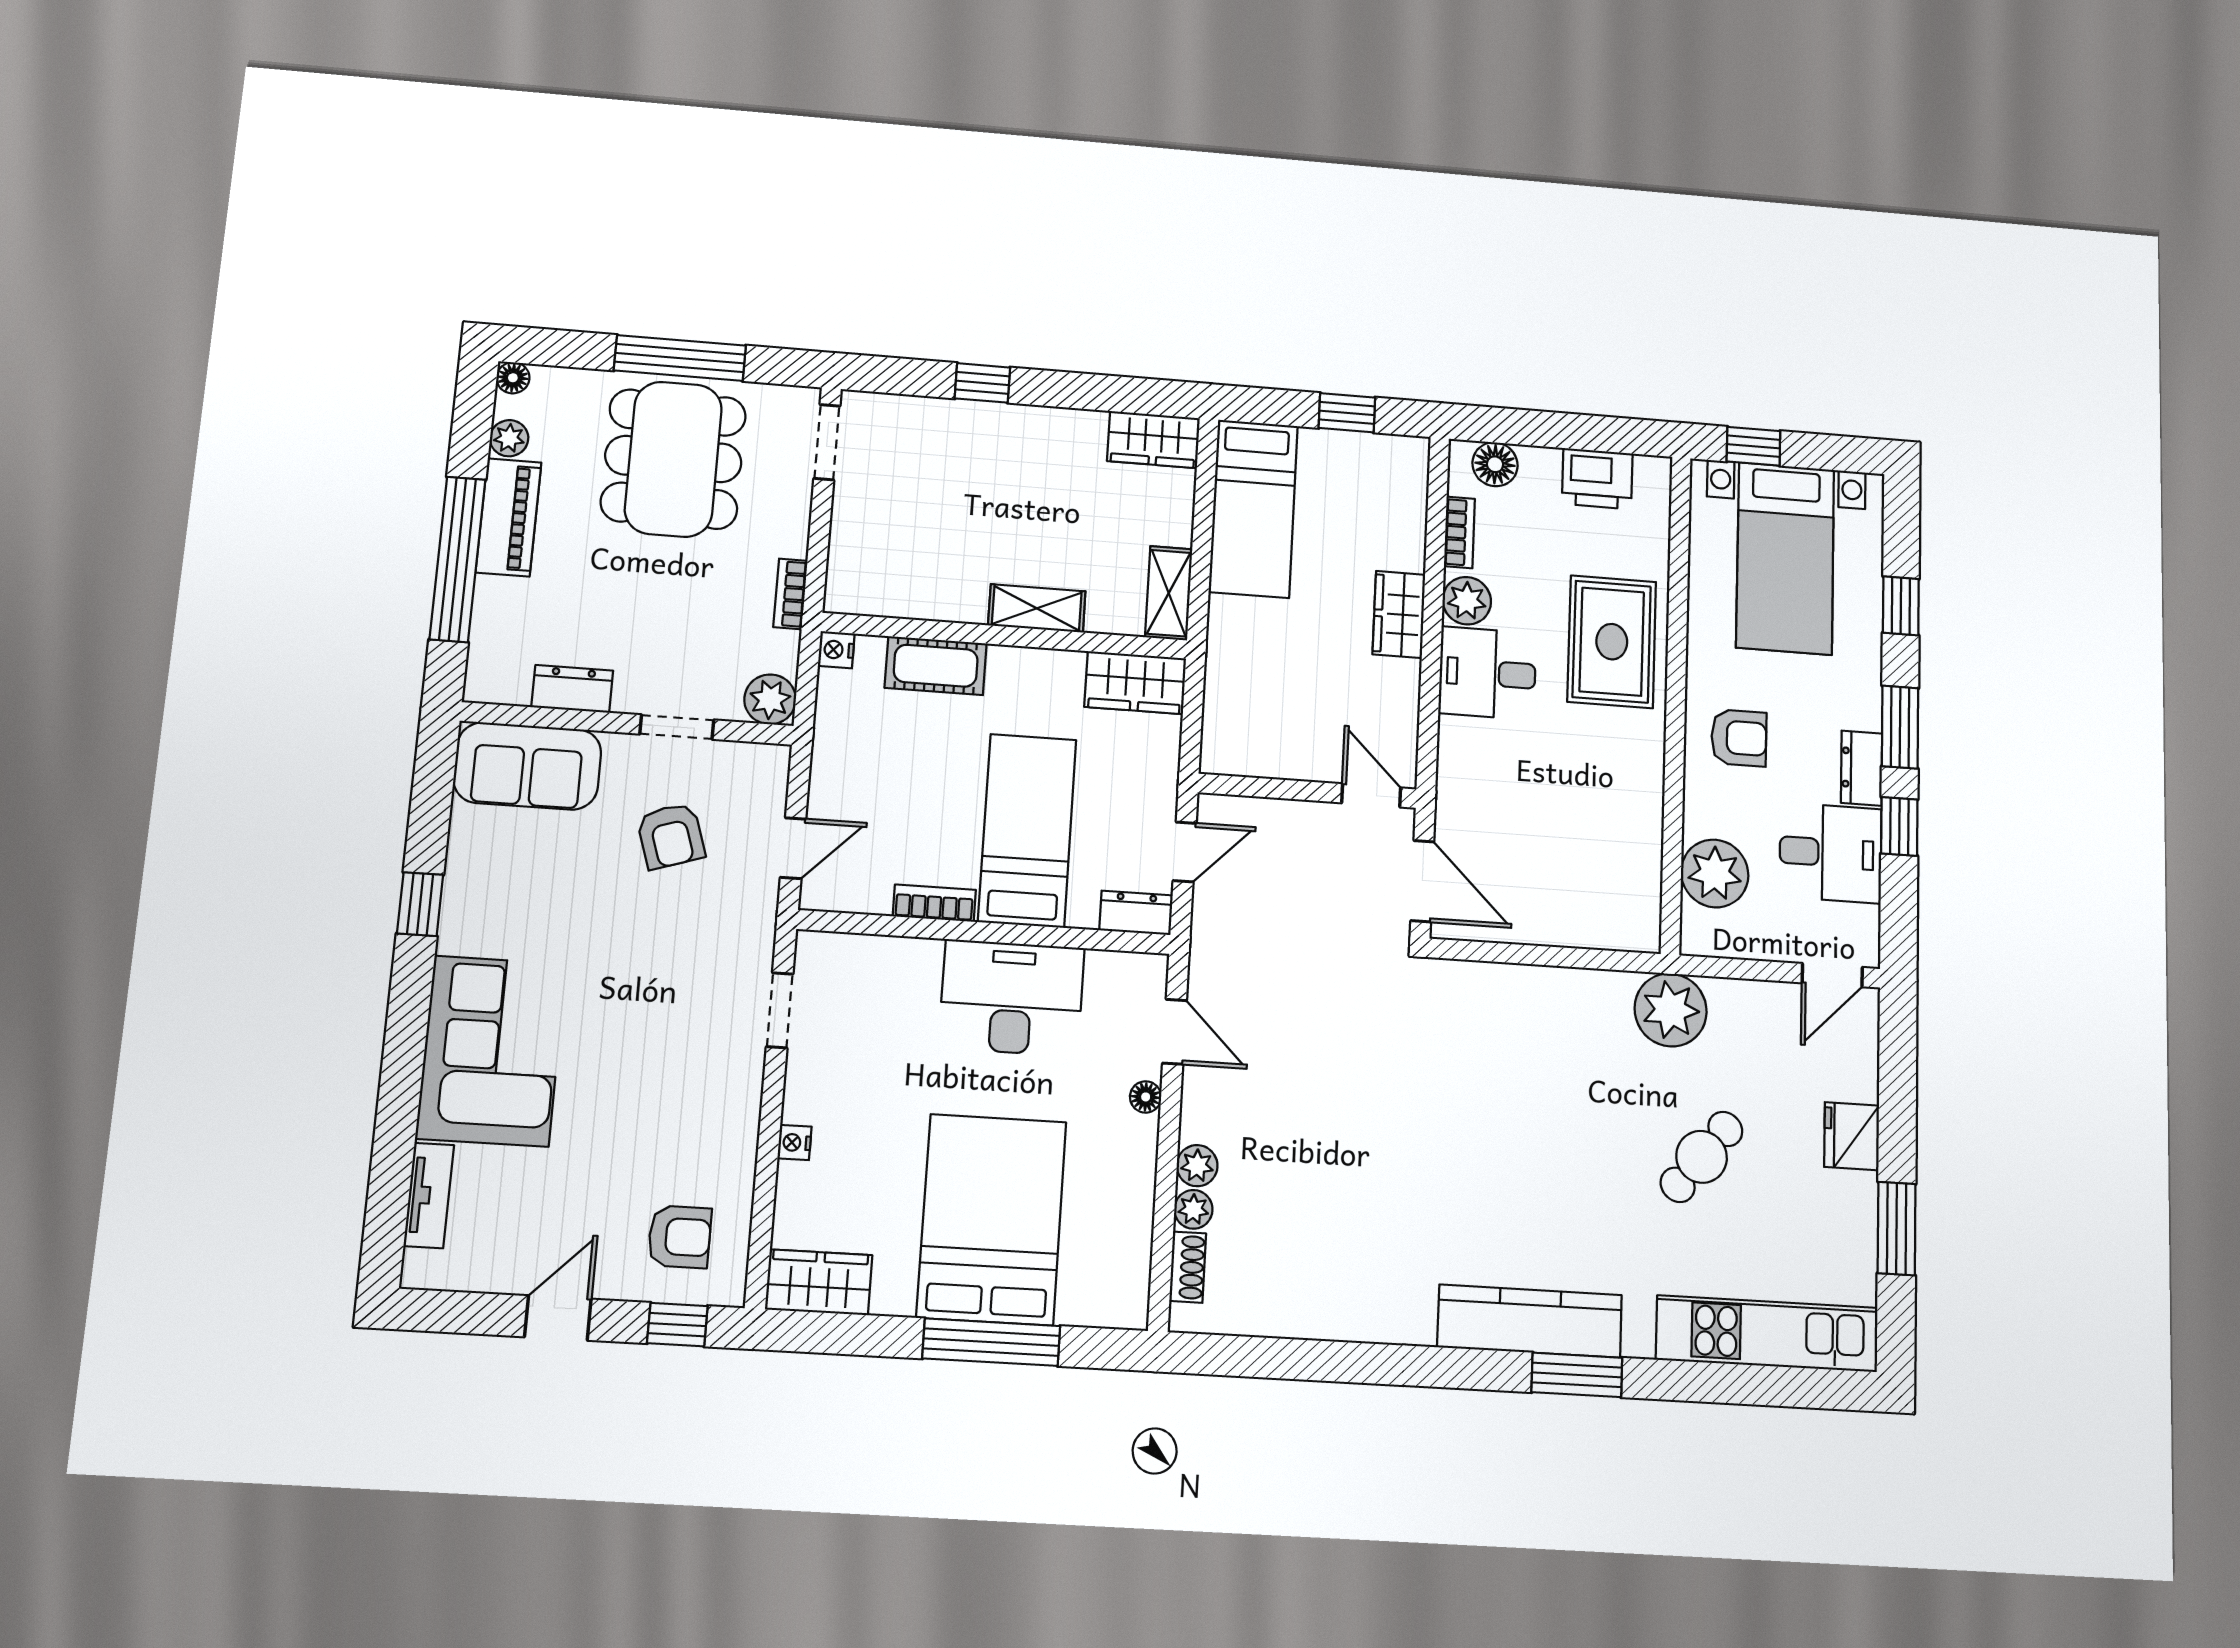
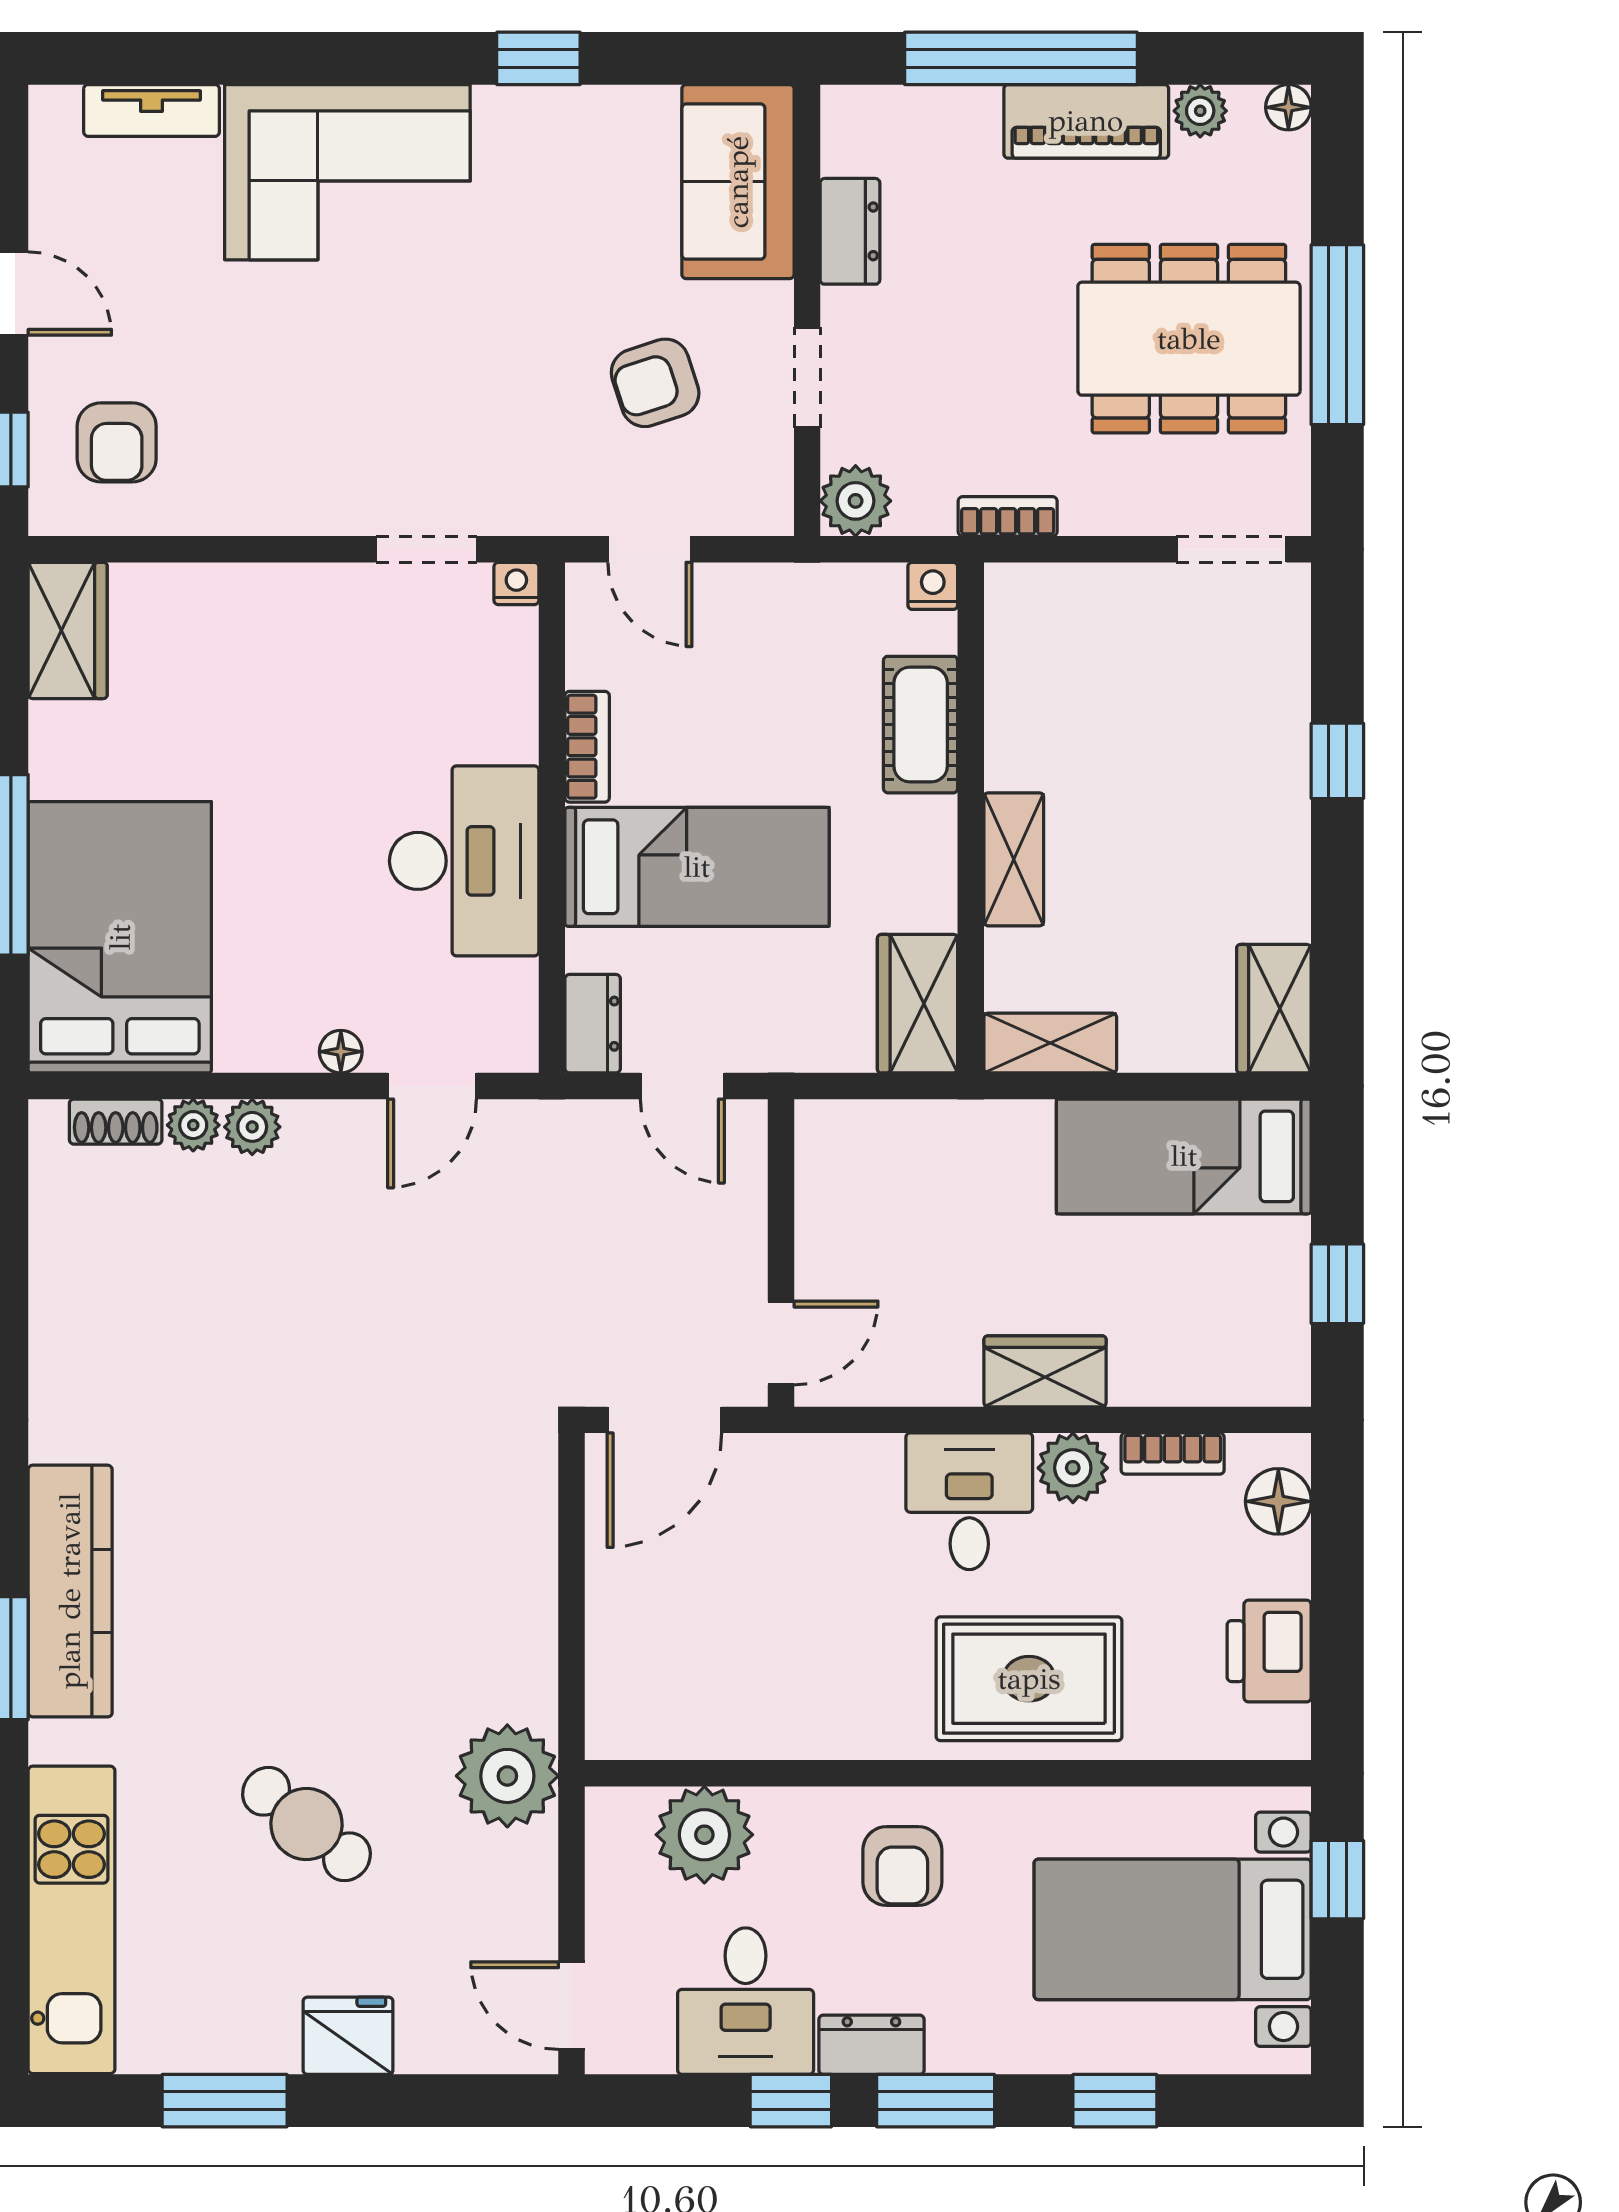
nightstand: (794, 1142) -> (516, 584), moved
bed: (992, 1219) -> (120, 937), moved, turned -90

